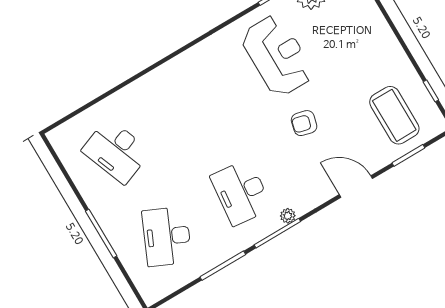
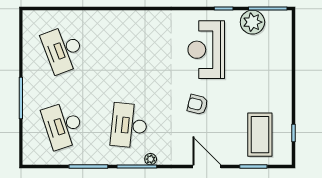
reception desk: (277, 56) -> (206, 50), turned 180
desk: (167, 236) -> (63, 125), turned -42

